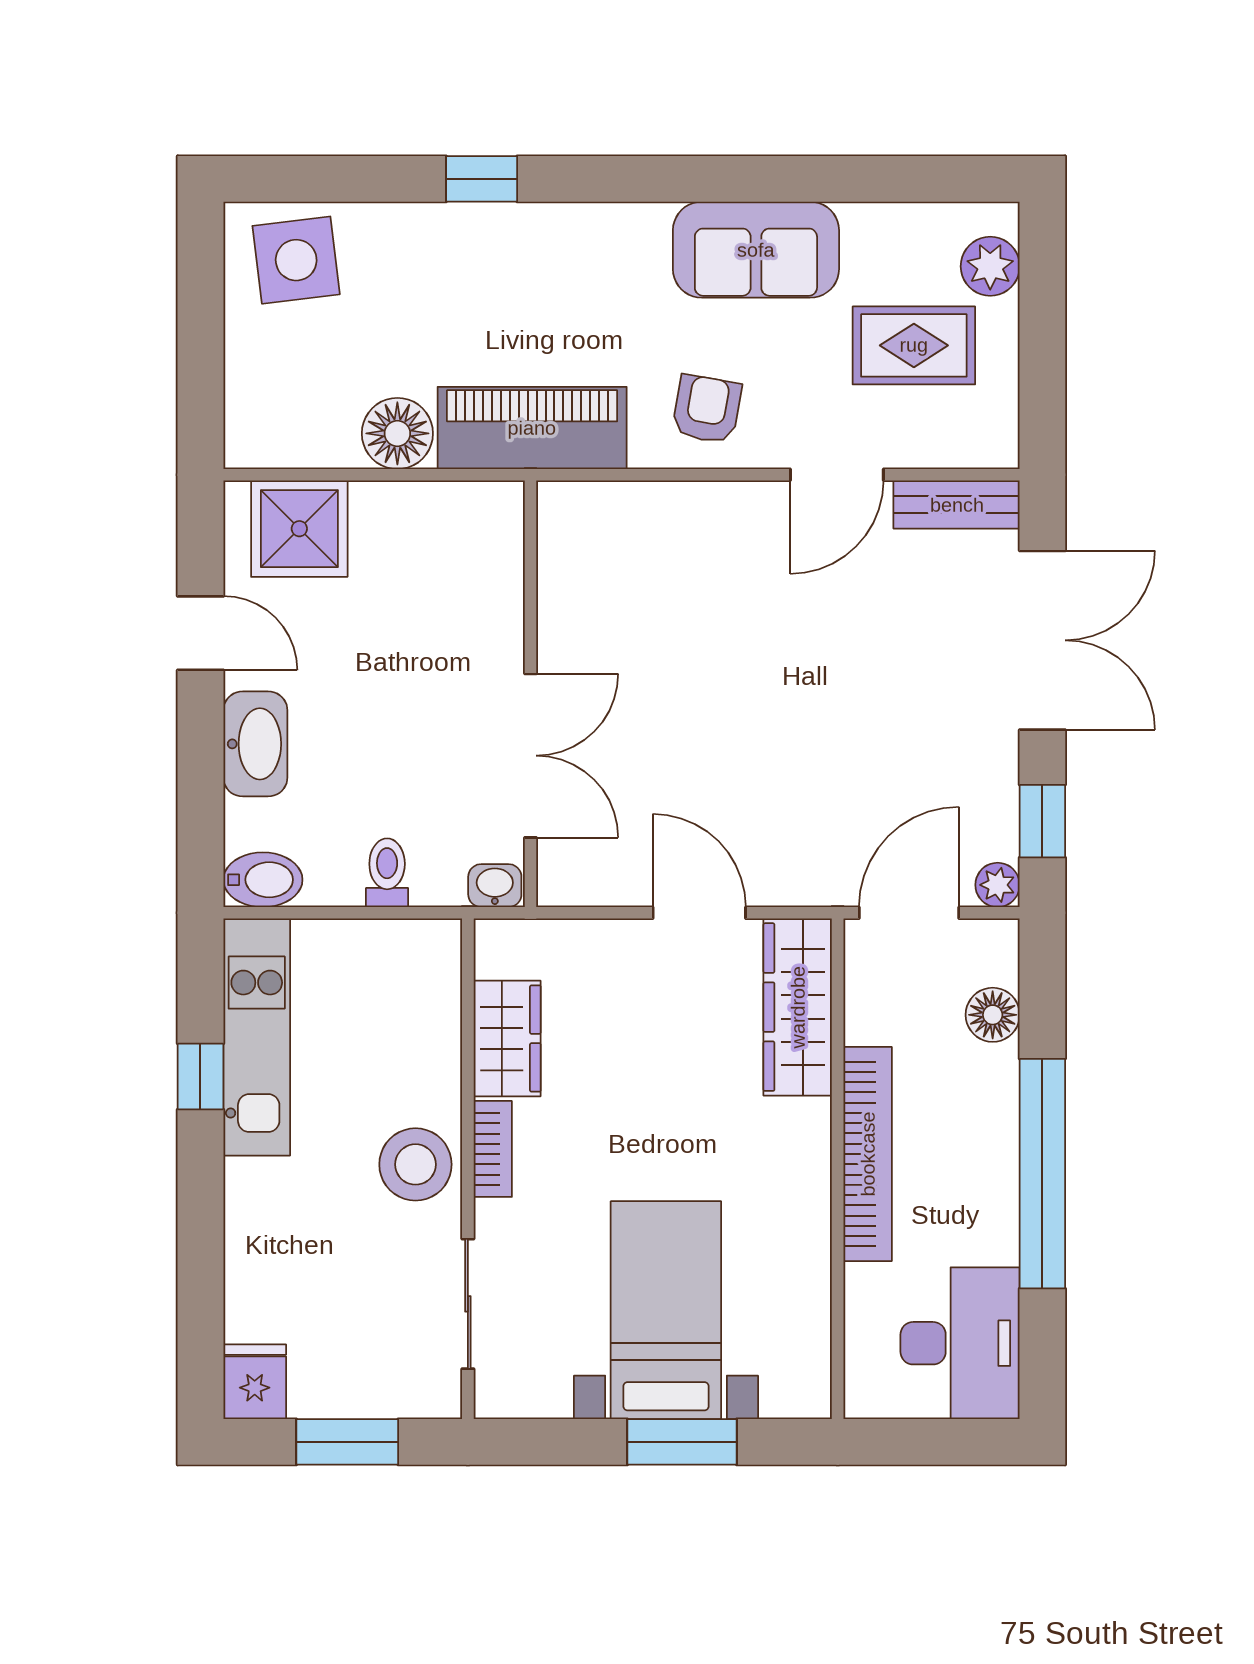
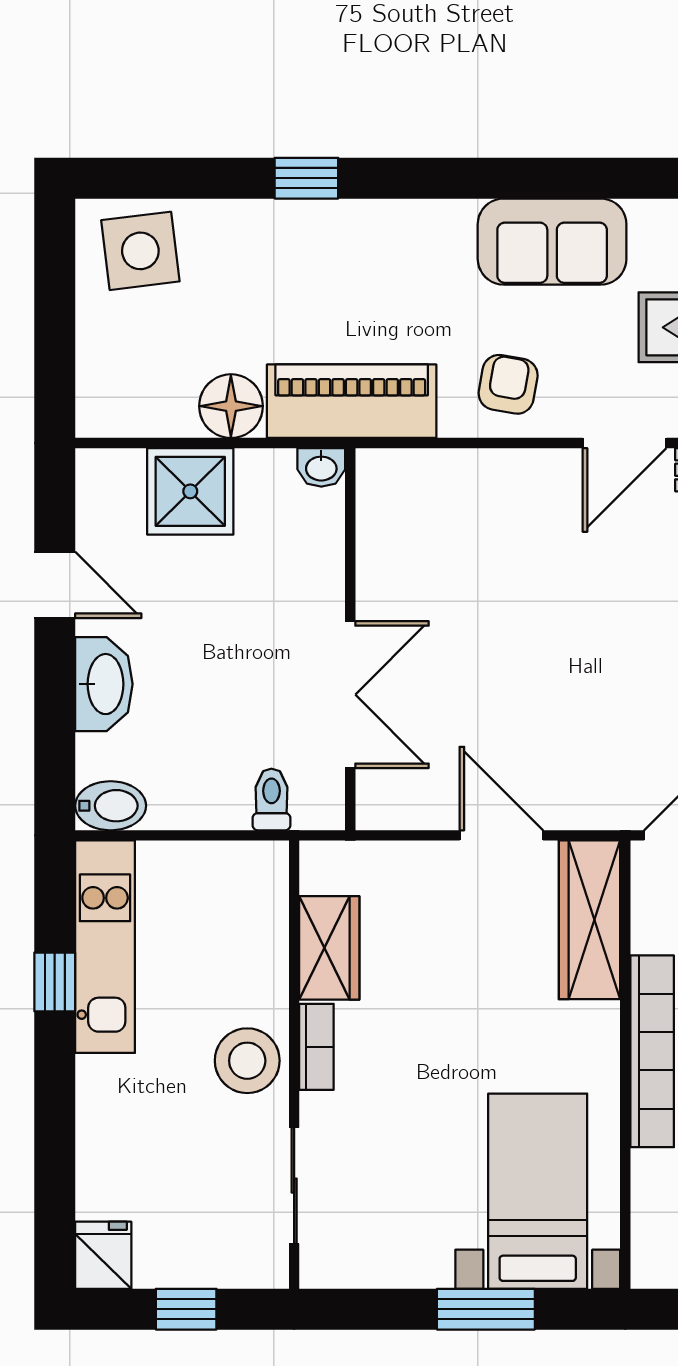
shower: (299, 529) -> (190, 491), moved
toilet: (387, 873) -> (271, 799), moved
washbasin: (495, 886) -> (321, 467), moved, turned 180
bed with nightstands: (666, 1310) -> (538, 1191), moved
window: (347, 1442) -> (186, 1309), width x0.67

